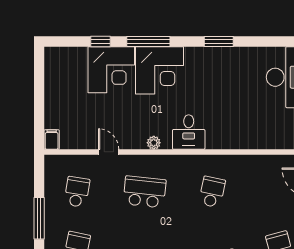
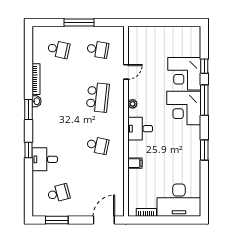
filing cabinet: (52, 139) -> (135, 163), moved

